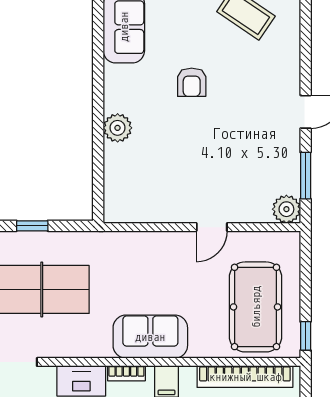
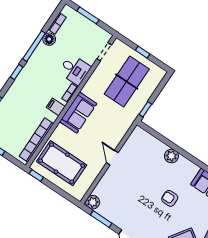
window: (32, 226) -> (145, 109), moved
door: (212, 227) -> (112, 158), moved

